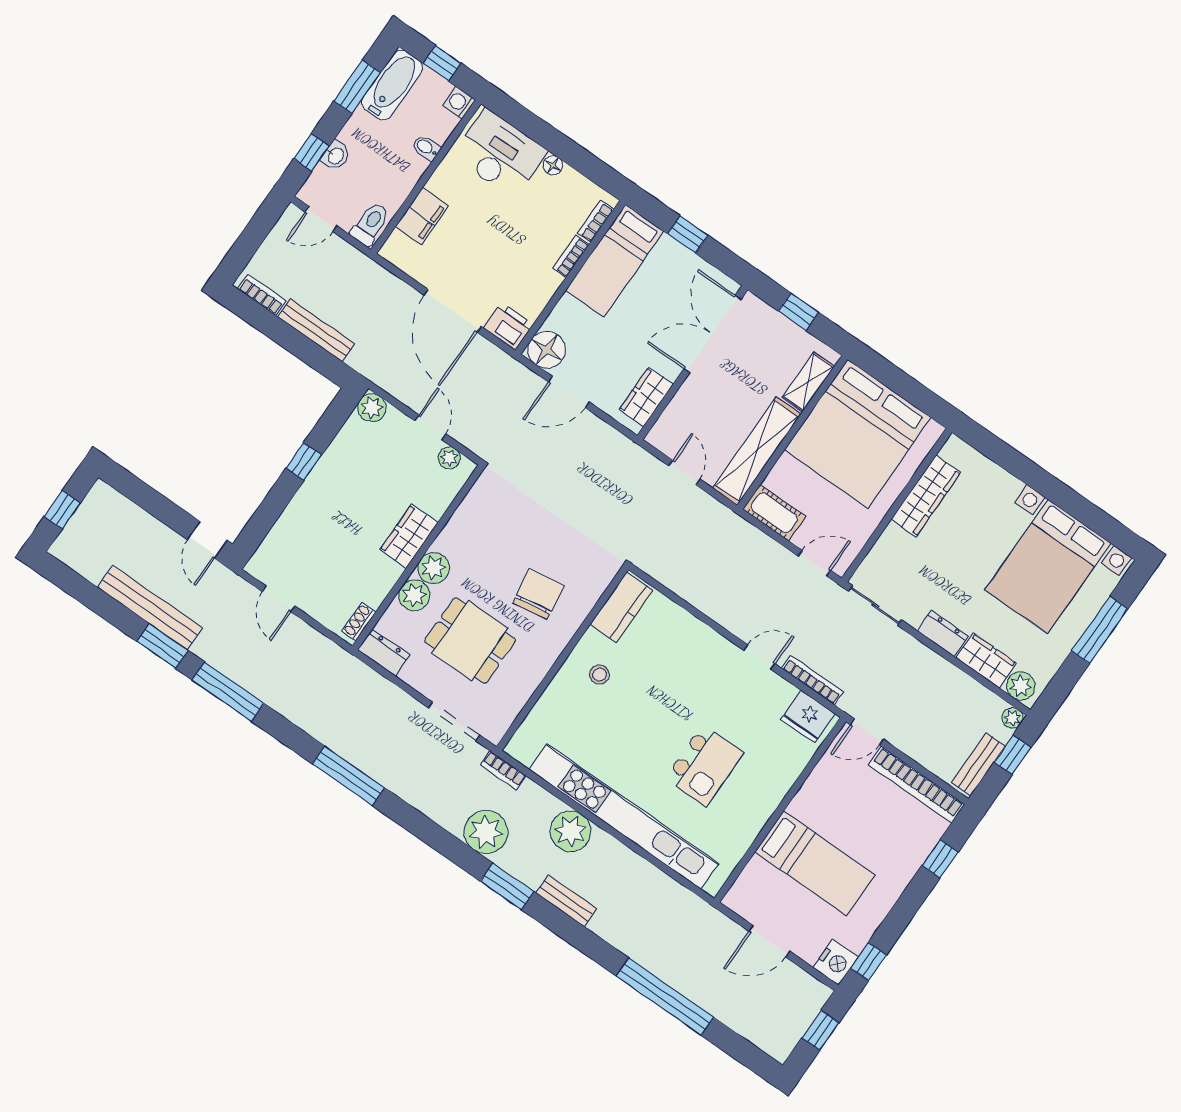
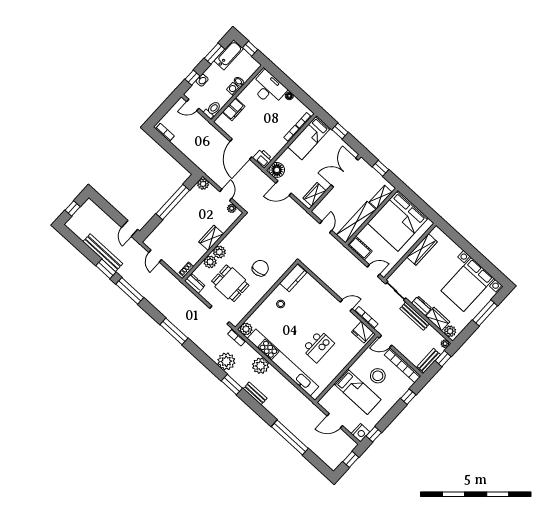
washing machine: (459, 103) -> (233, 89), moved
bench: (316, 330) -> (415, 316), moved
window: (304, 462) -> (173, 202), width x3.17
plant: (523, 747) -> (246, 329), added
stool: (859, 818) -> (378, 376), added

